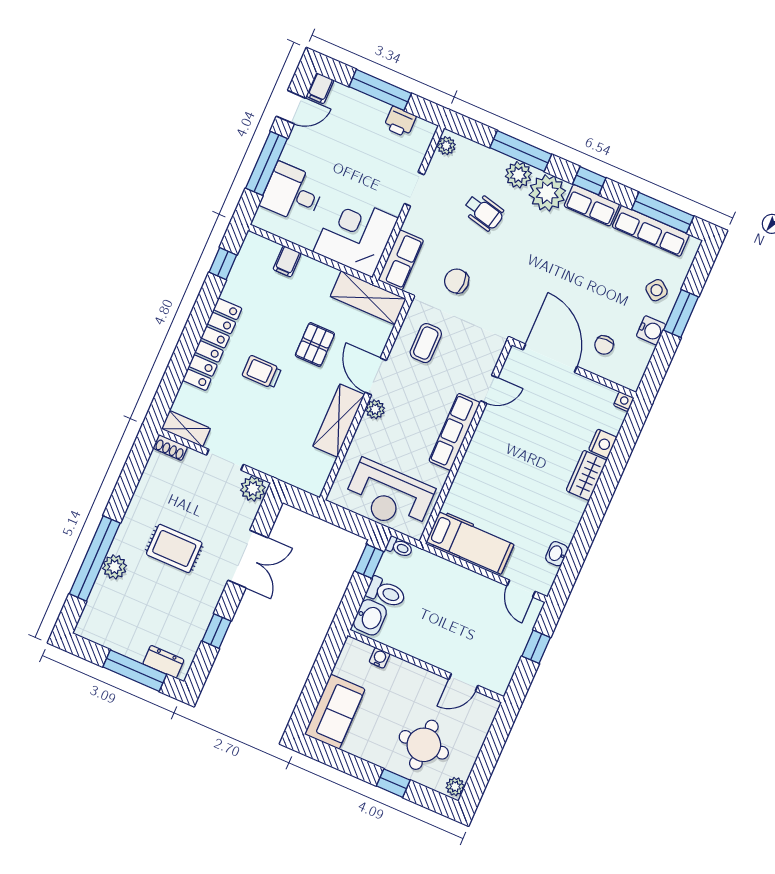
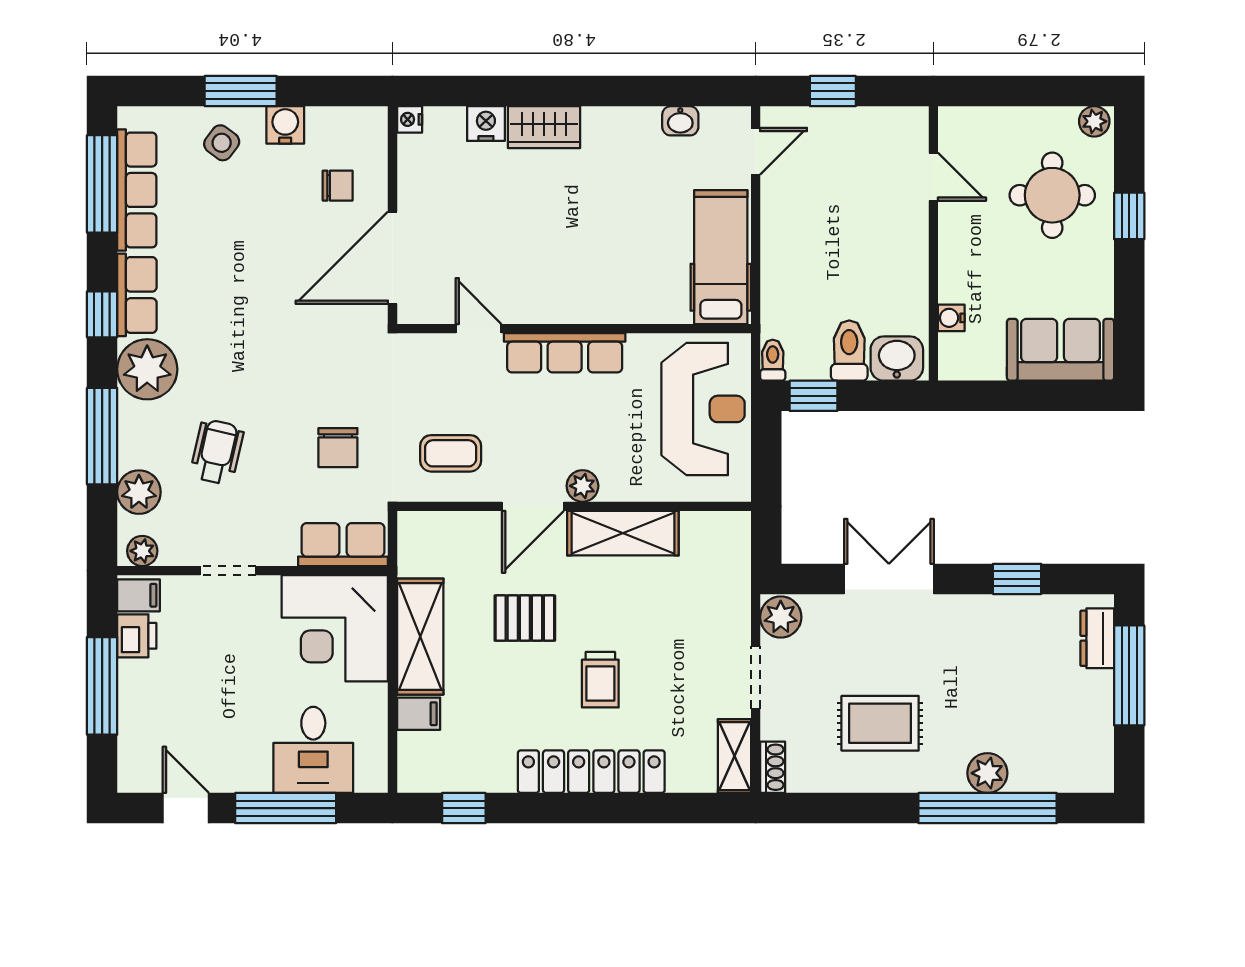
filing cabinet: (320, 88) -> (138, 595), moved
plant: (518, 175) -> (139, 492), moved
shelving: (368, 298) -> (420, 637), moved
rug: (174, 548) -> (880, 723), moved, turned 90

